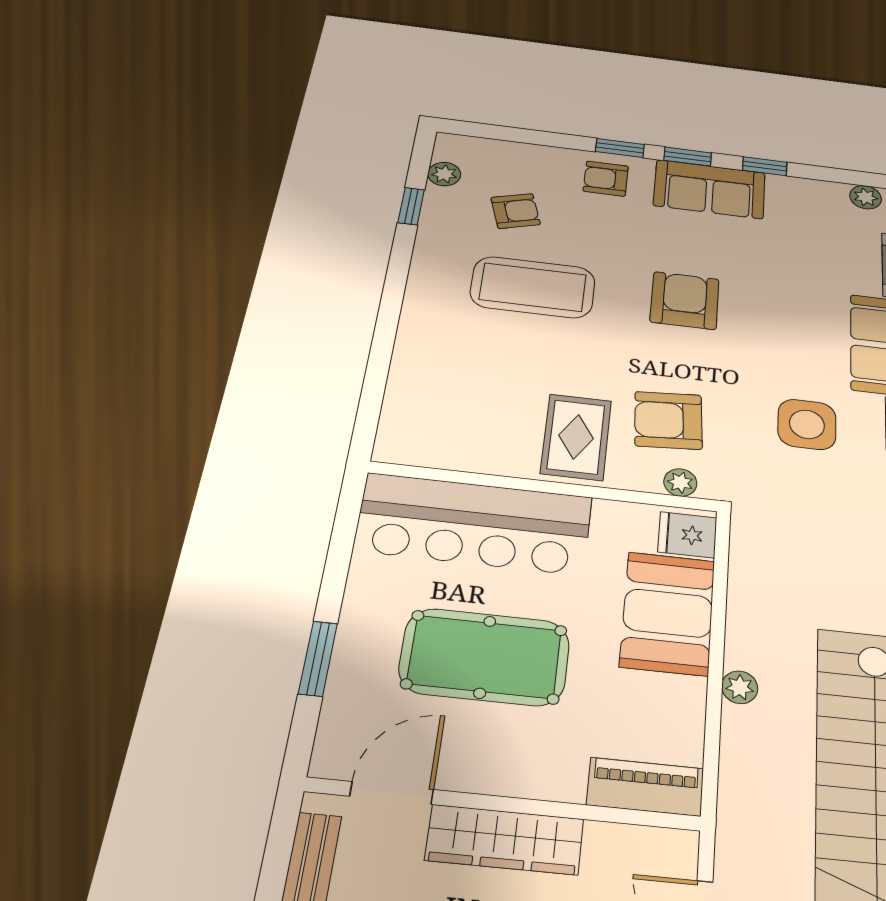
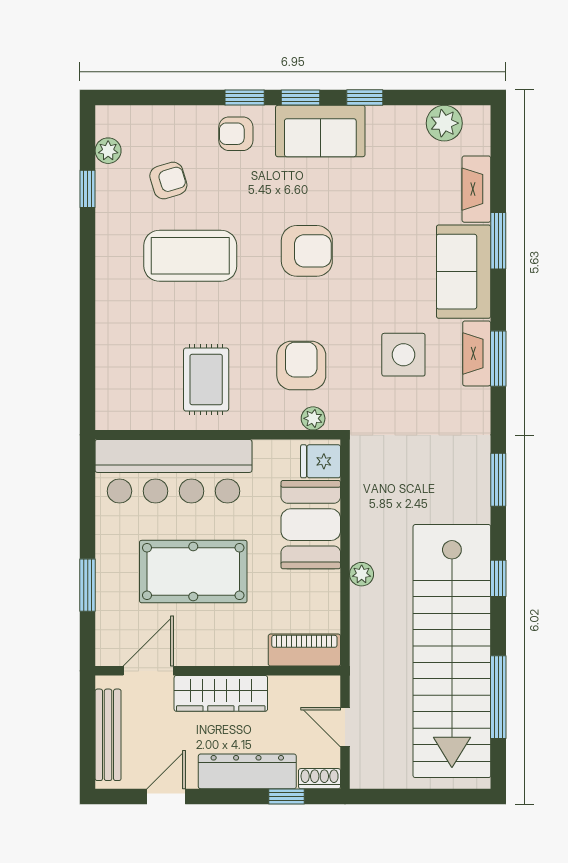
plant: (866, 197) -> (444, 123), width x1.38, depth x1.38
armchair: (685, 300) -> (307, 251), turned 90
armchair: (668, 420) -> (301, 365), turned 94
rug: (576, 437) -> (206, 379), moved

